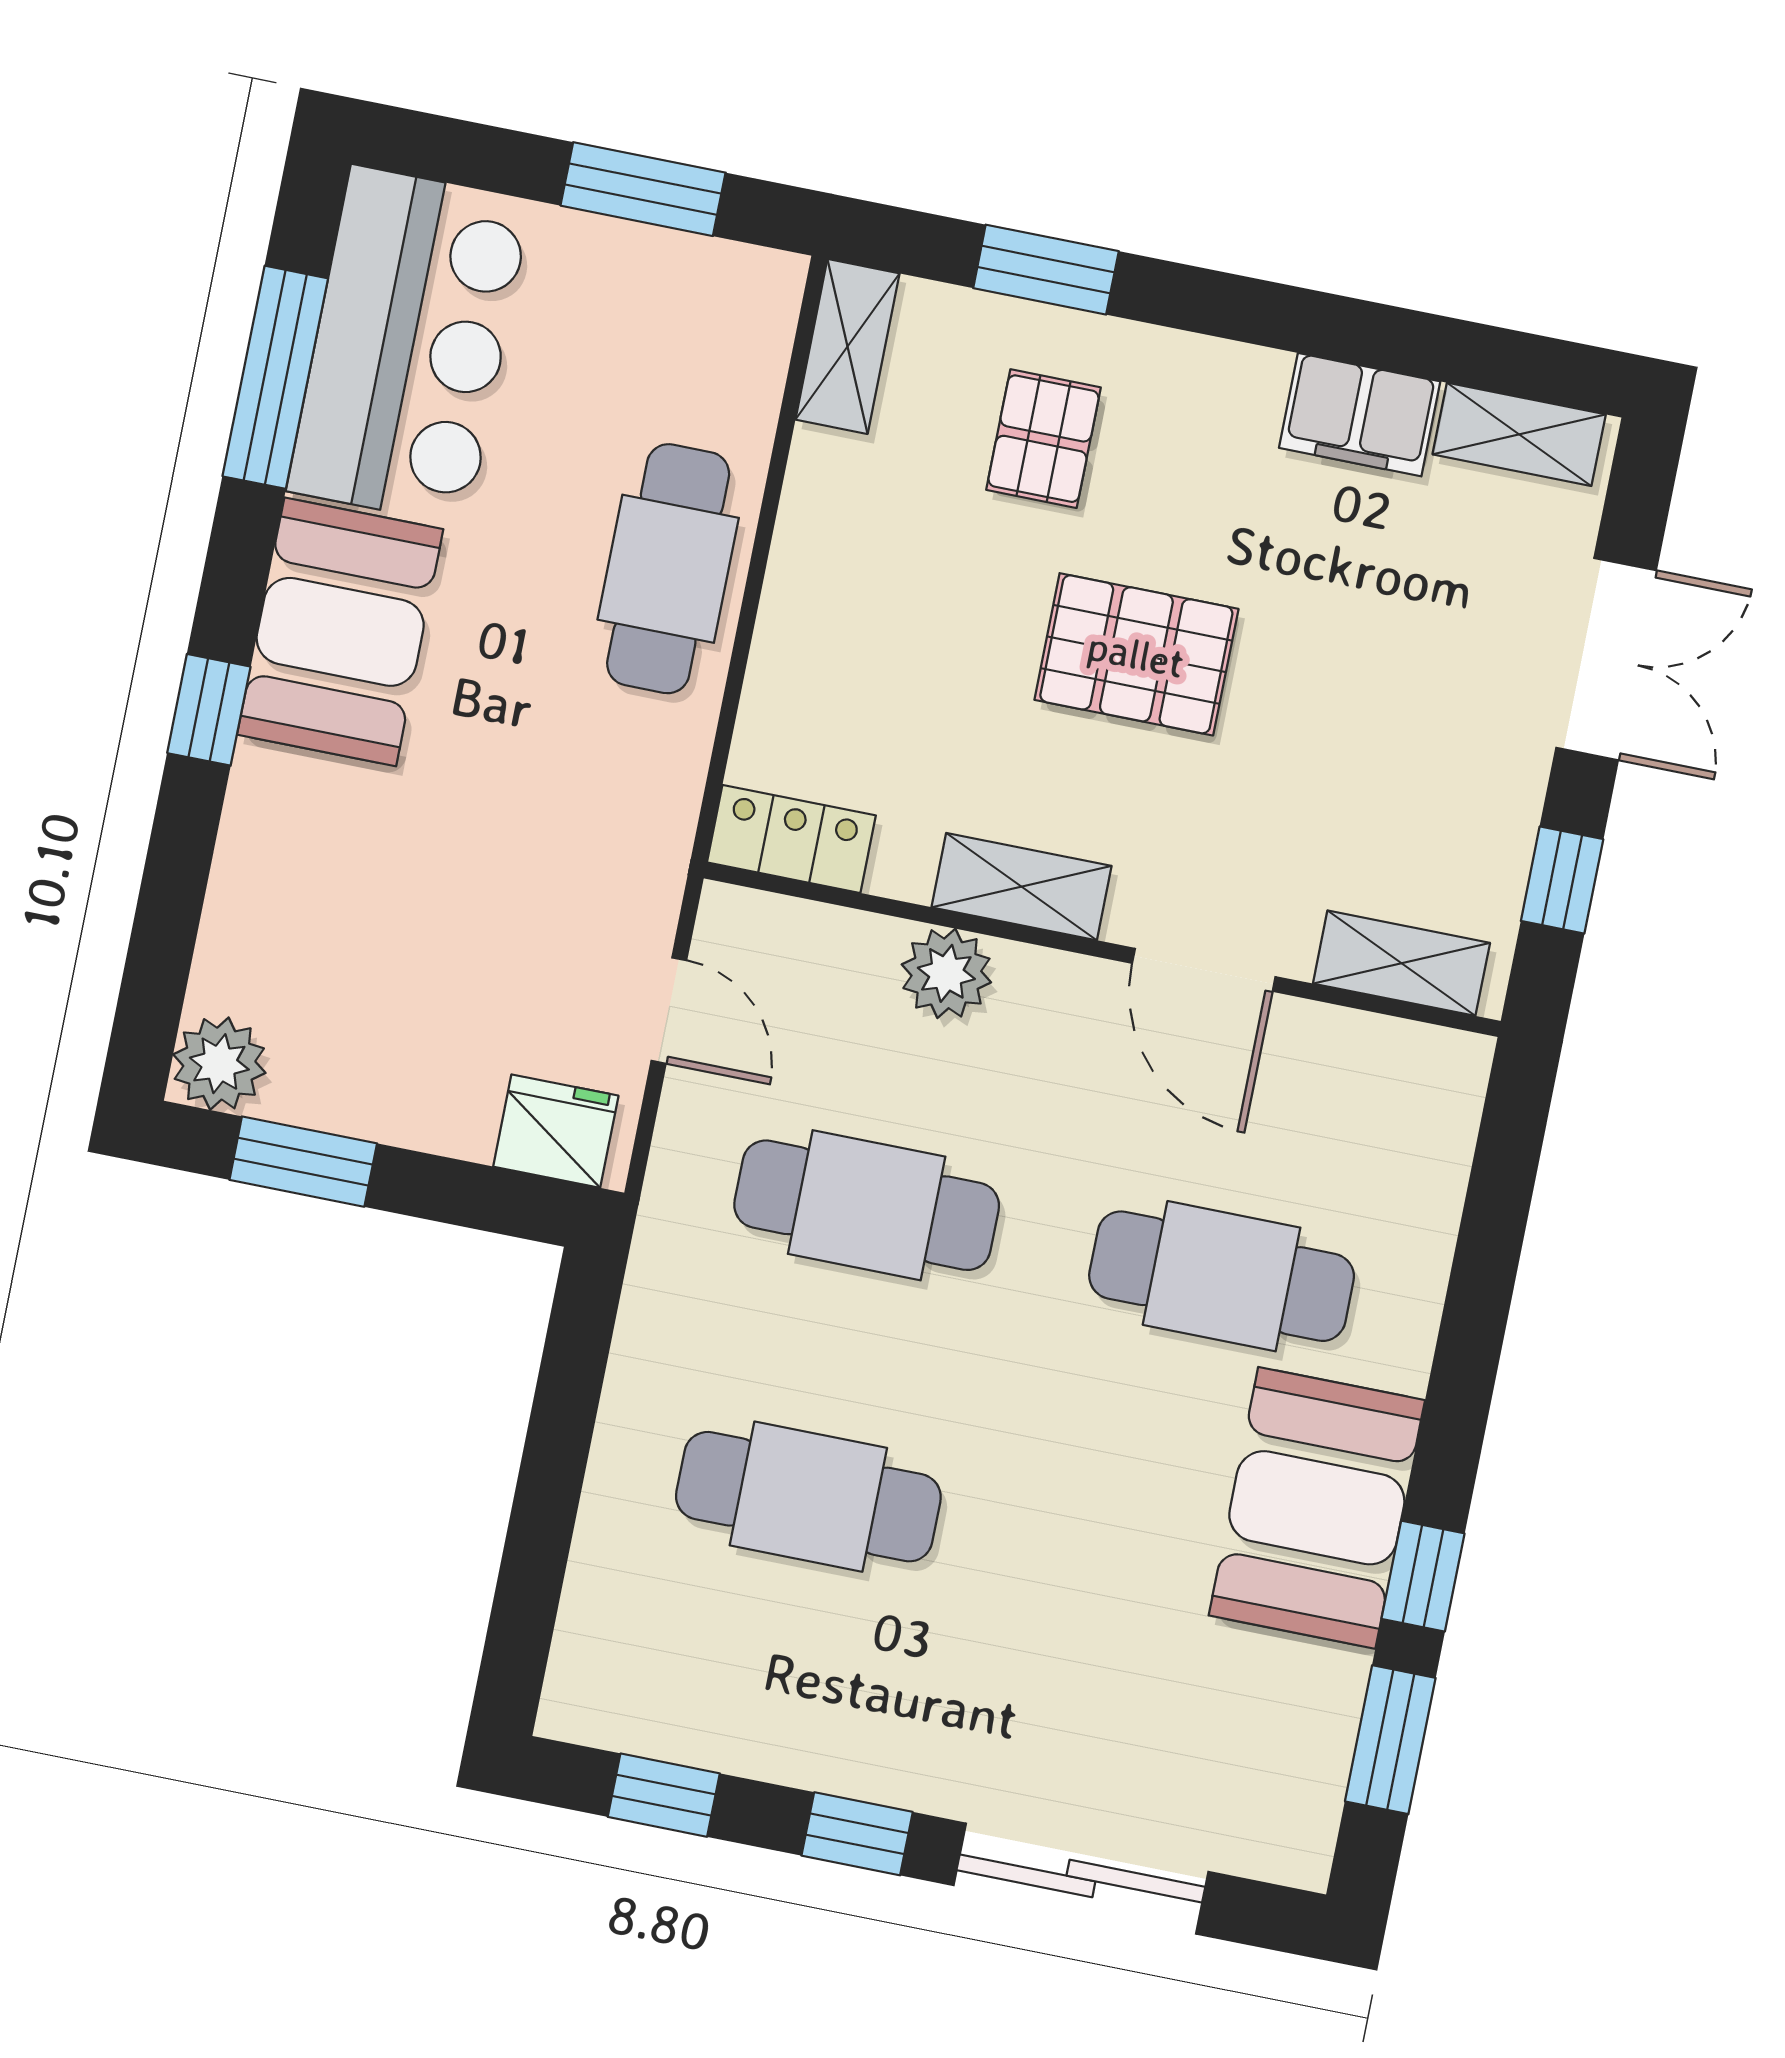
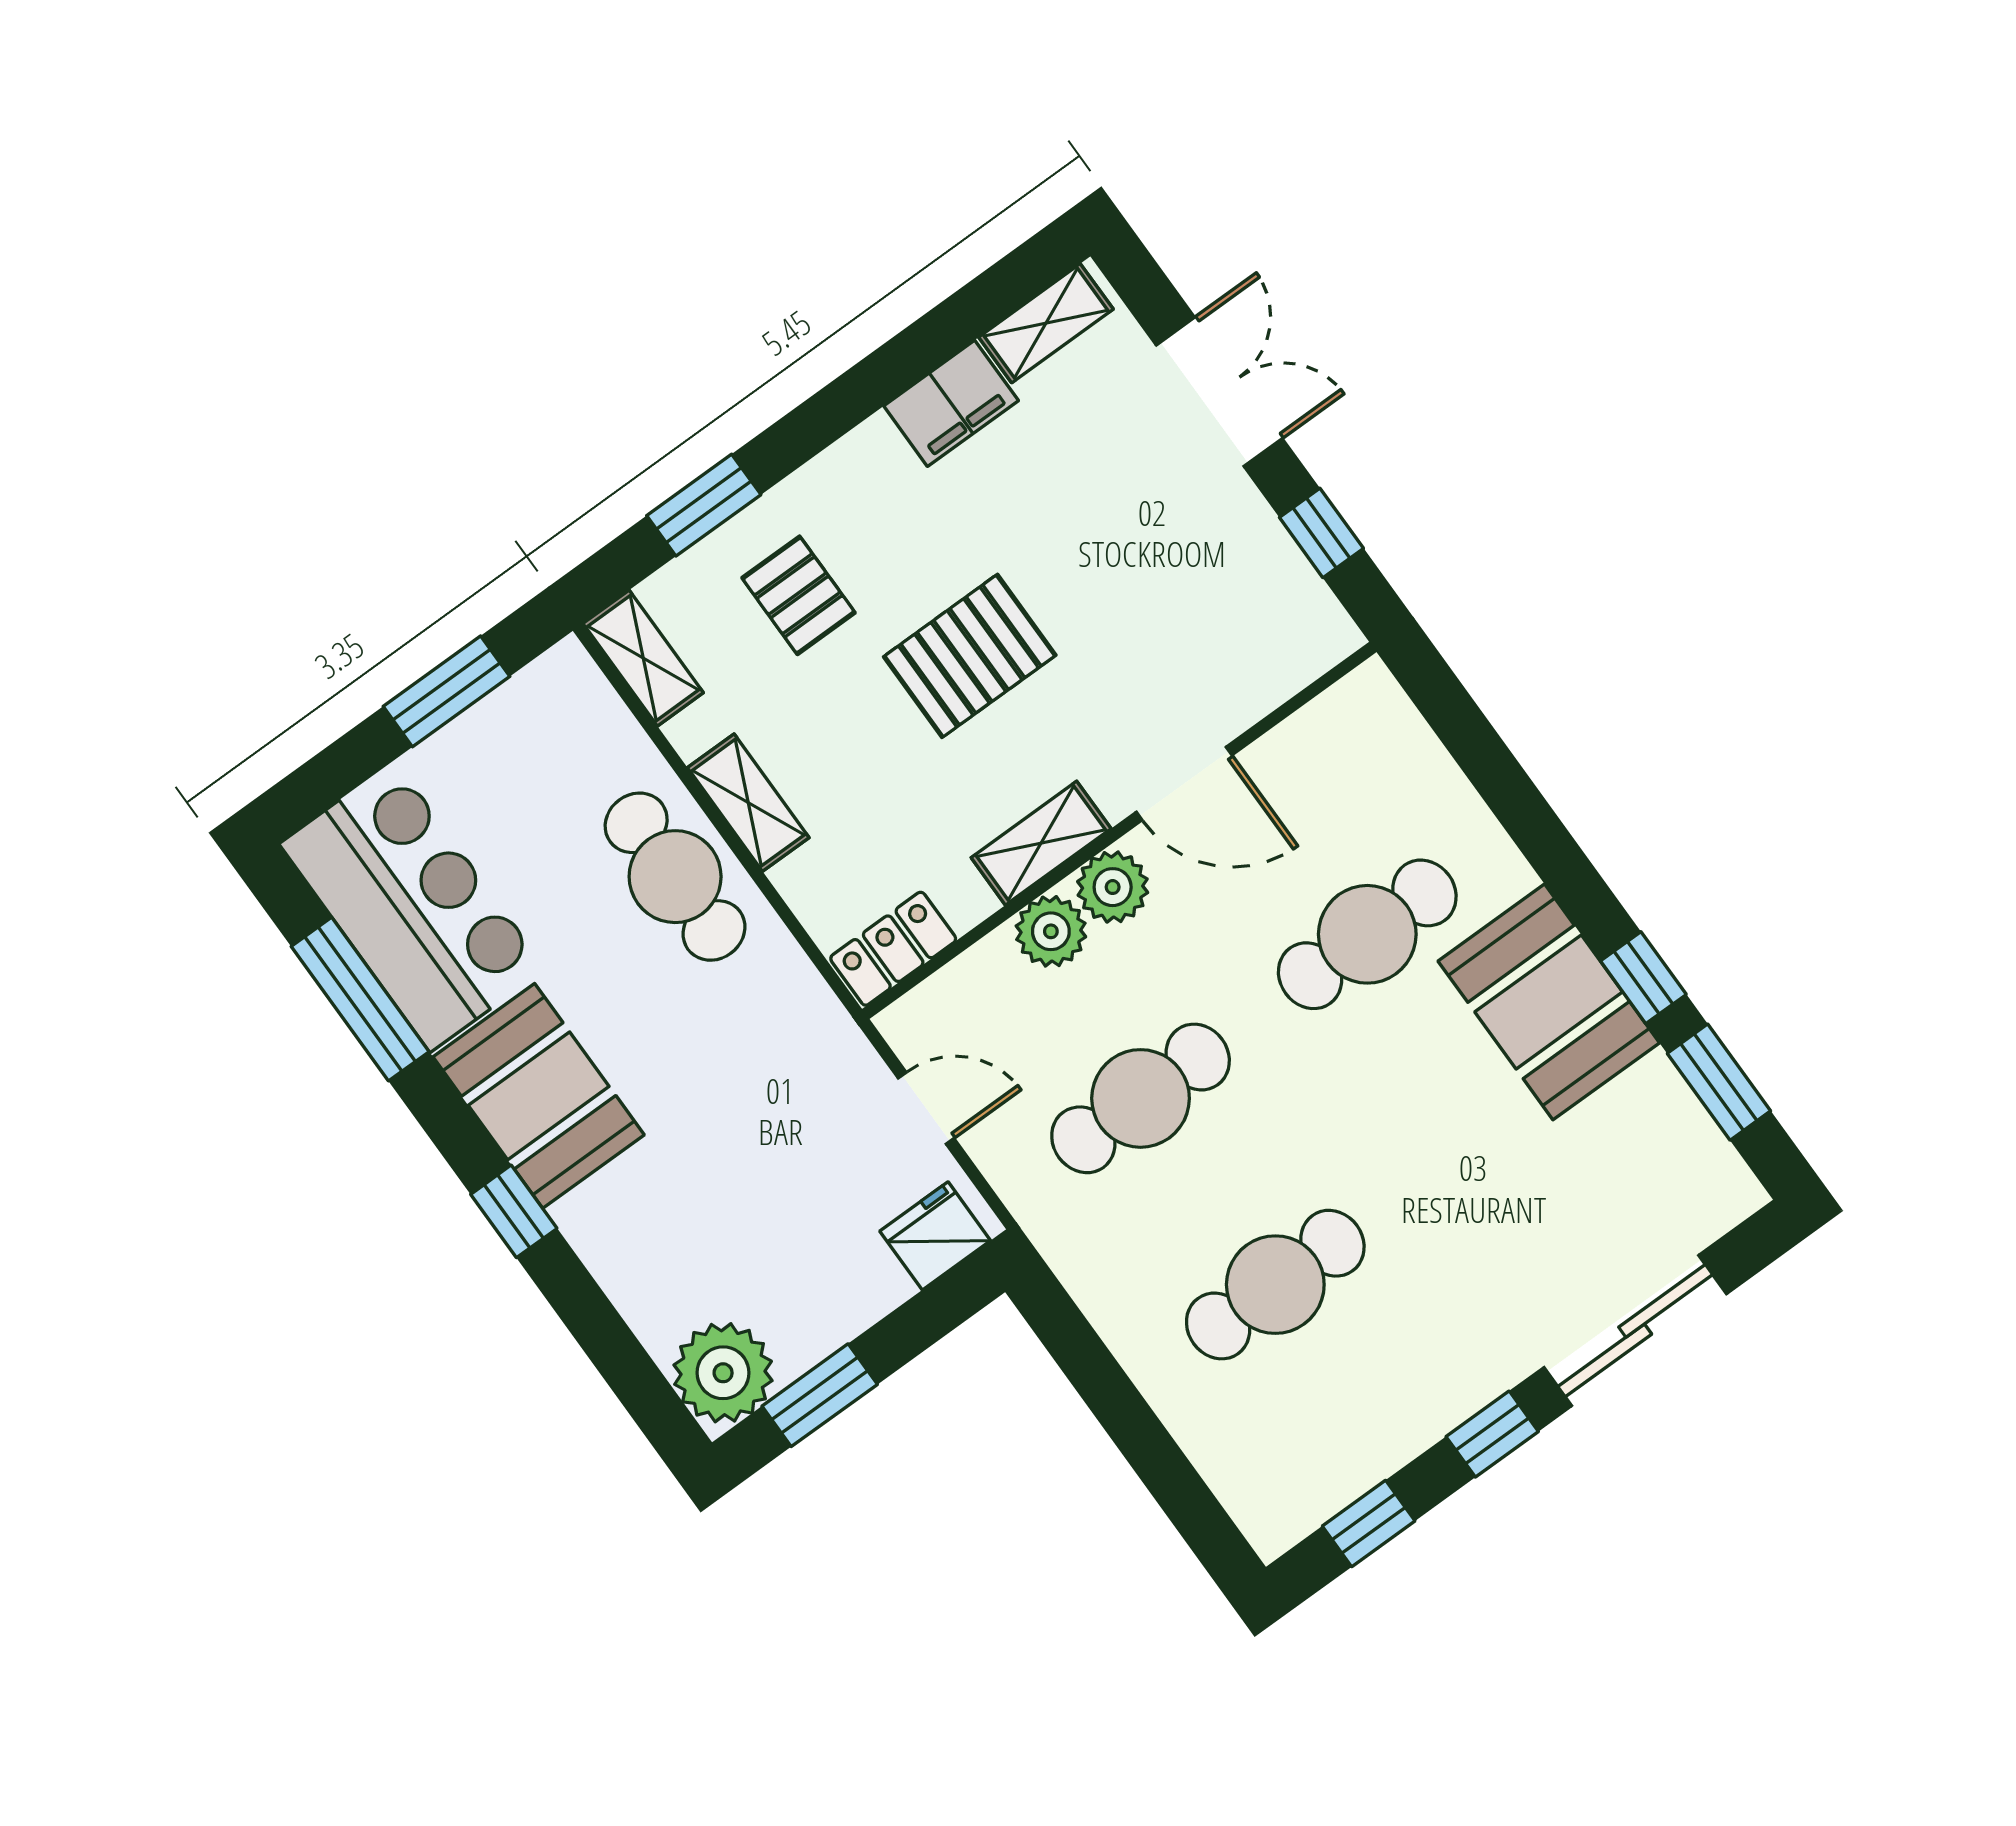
shelving: (1401, 963) -> (748, 803), moved, turned 90
plant: (1043, 993) -> (1113, 887), added
plant: (219, 1064) -> (723, 1373), width x1.36, depth x1.36

